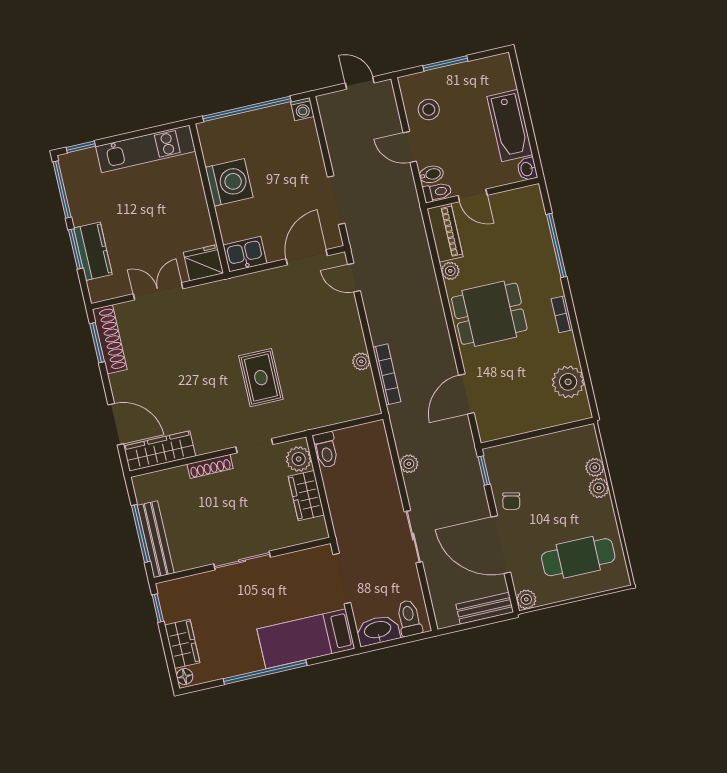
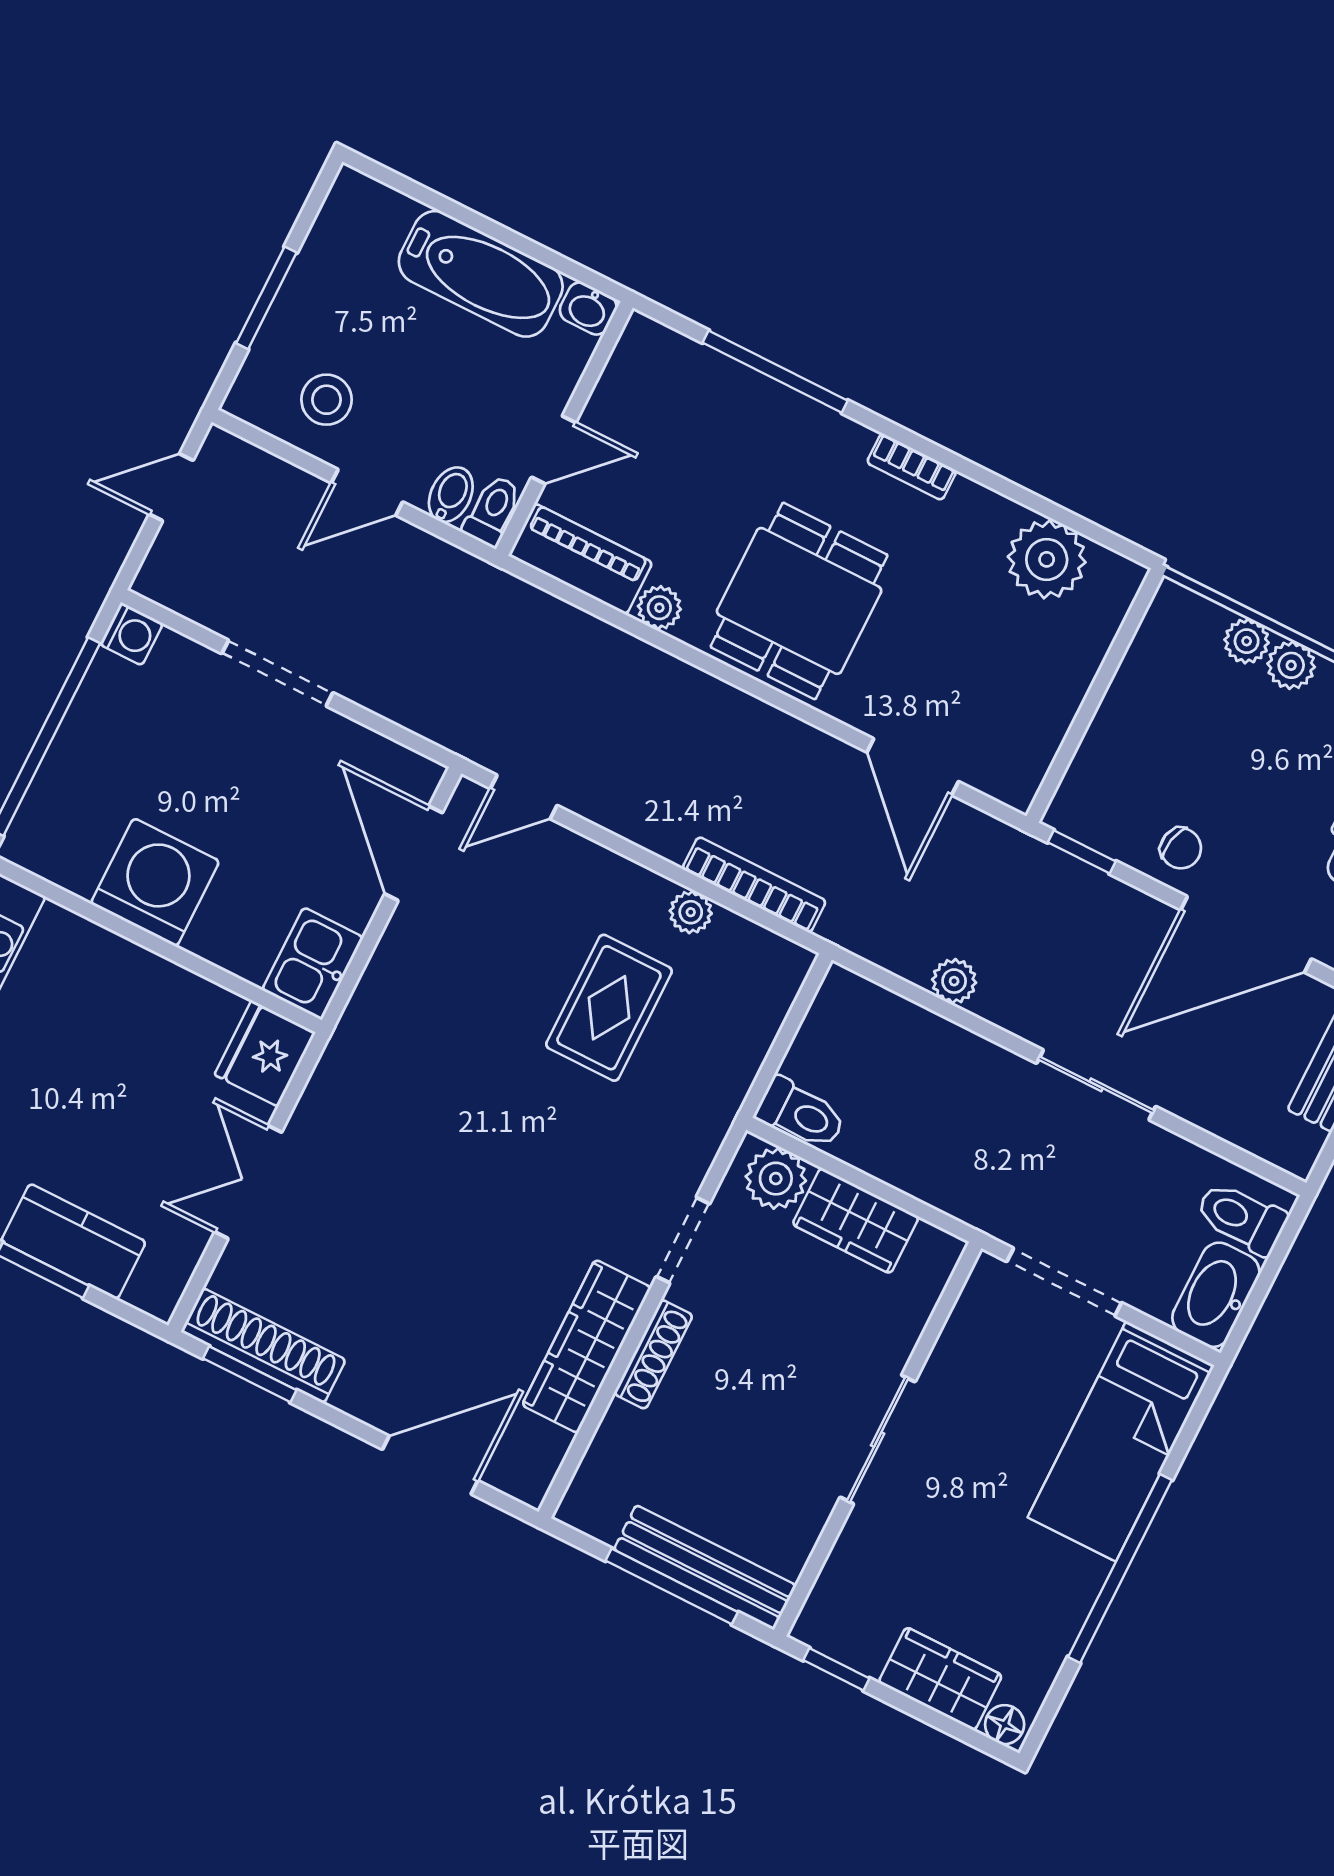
doorway: (336, 200) -> (277, 673), moved
rug: (261, 378) -> (609, 1008), moved, turned 90
wardrobe: (160, 451) -> (587, 1346), moved

